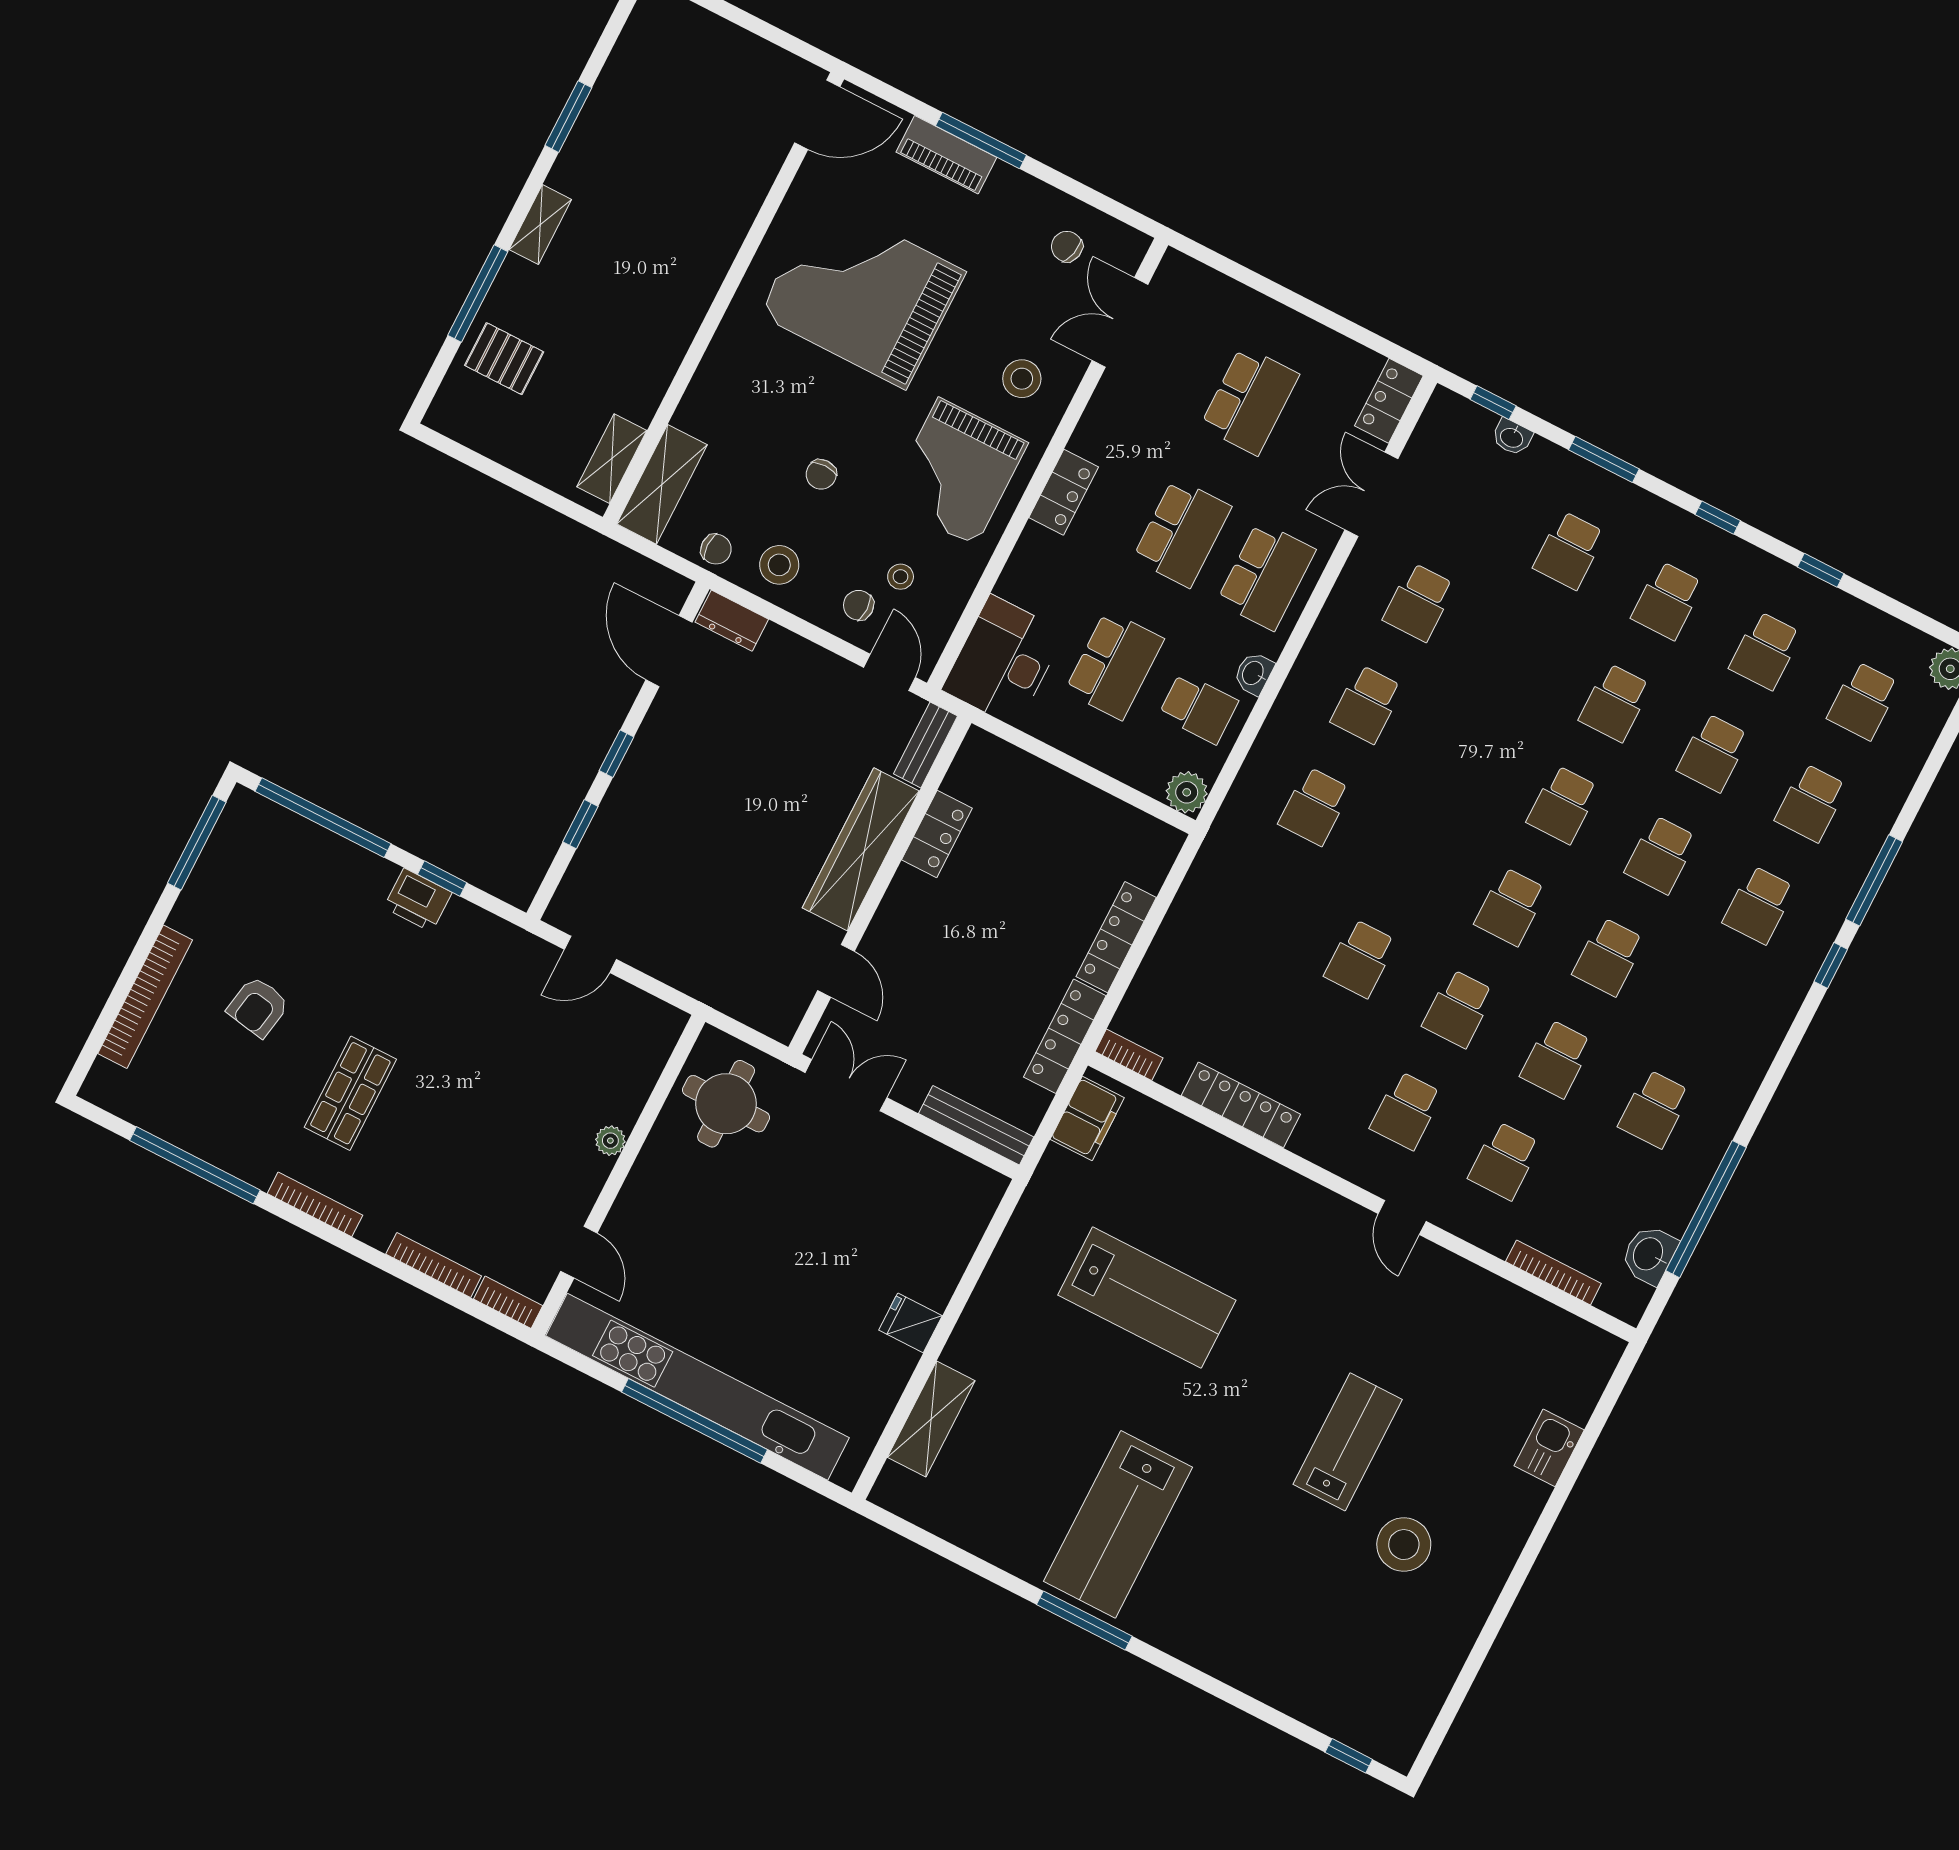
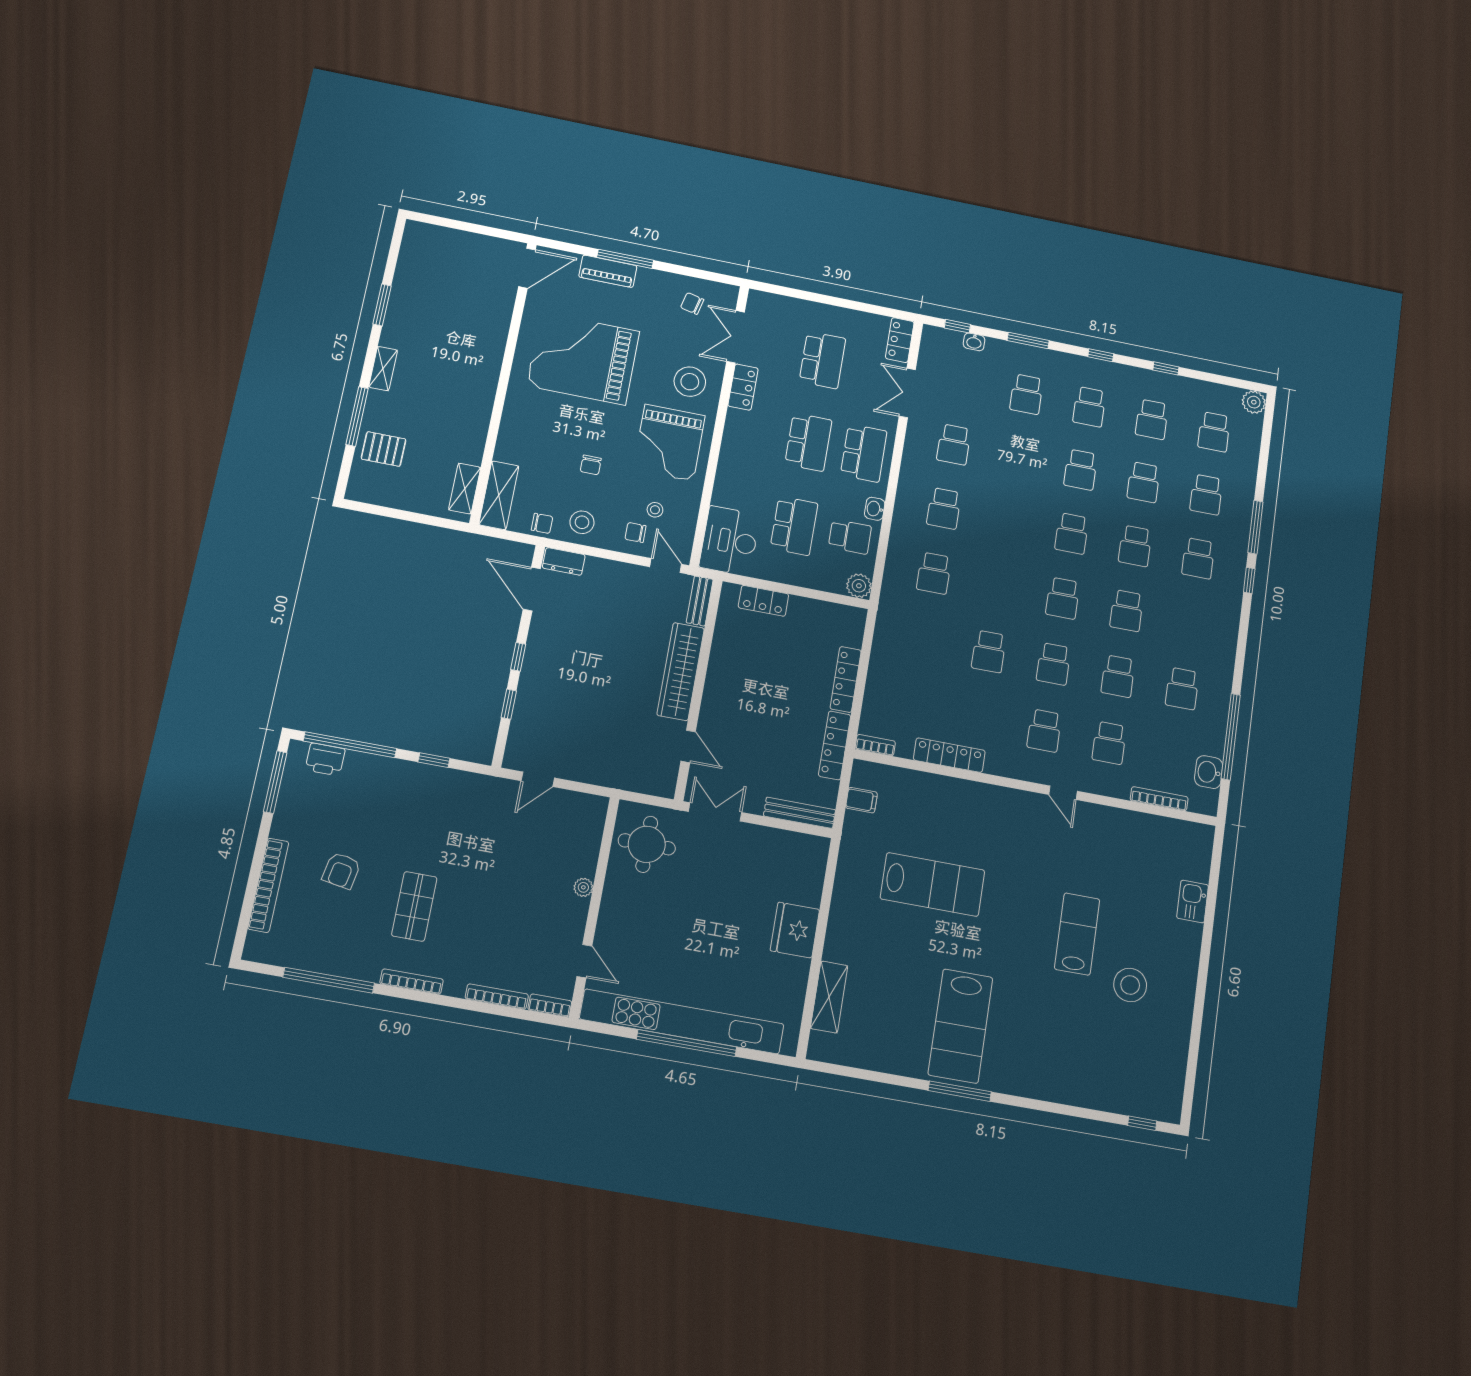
stool: (1022, 379) -> (690, 382), width x1.38, depth x1.38
locker: (1064, 492) -> (743, 387), moved
locker: (937, 834) -> (763, 601), moved, turned 90
printer: (418, 900) -> (325, 759), moved
filing cabinet: (1087, 1119) -> (862, 800), width x0.50
fridge: (910, 1323) -> (795, 930), width x1.88, depth x1.34

